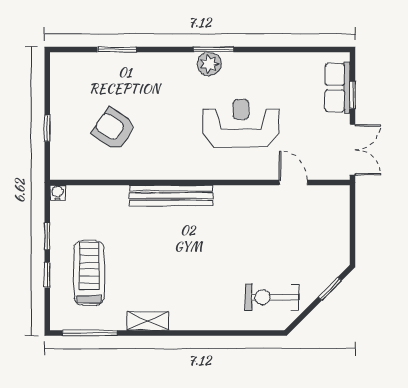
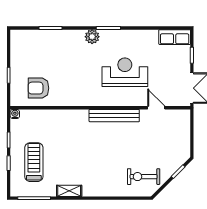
plant: (209, 64) -> (92, 37), moved
row of seats: (338, 88) -> (175, 37), moved, turned -90
armchair: (114, 129) -> (38, 88), moved, turned -33
bench: (171, 195) -> (114, 116), moved

